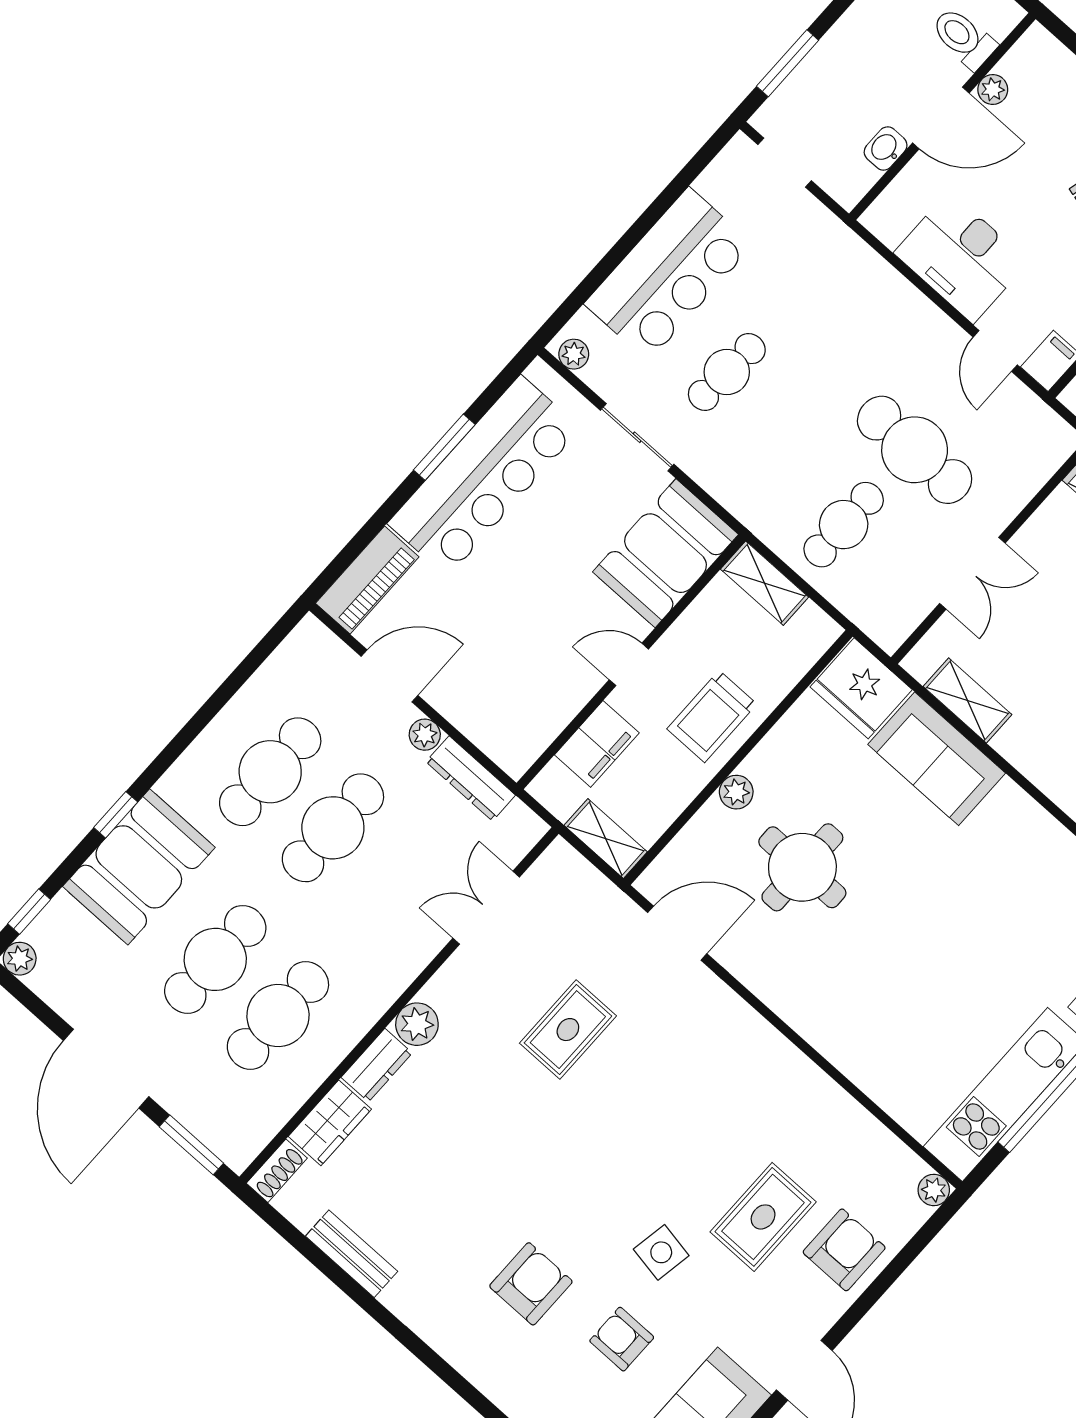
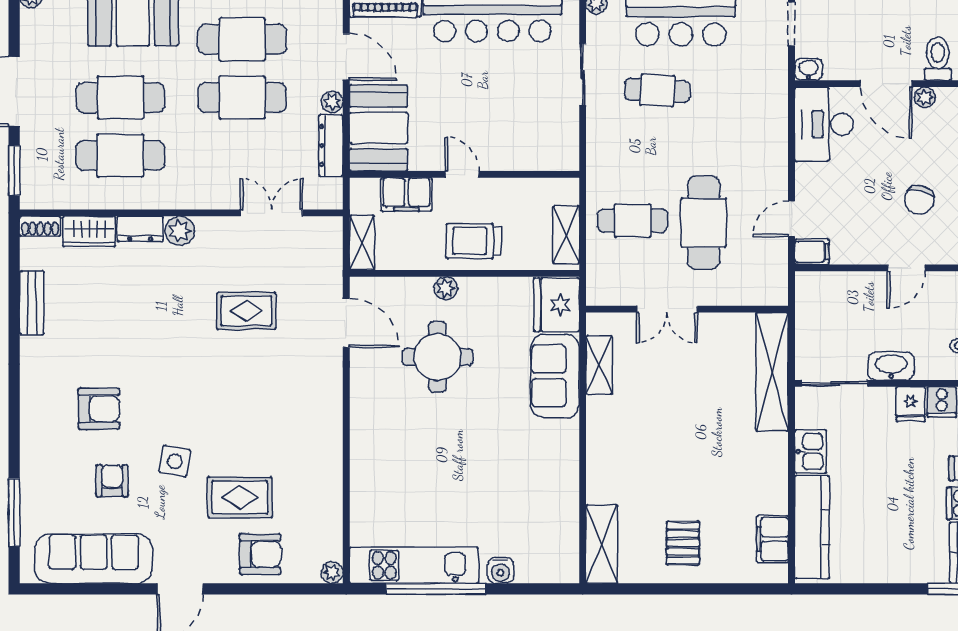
washbasin: (886, 148) -> (809, 69), moved
desk: (961, 257) -> (824, 124), moved
booth: (666, 553) -> (378, 128), moved, turned 90
shelving: (765, 583) -> (566, 235), moved

